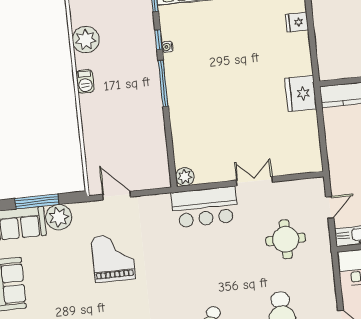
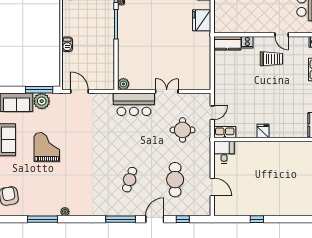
barbecue: (85, 81) -> (67, 44), moved
fridge: (301, 94) -> (202, 20), moved
window: (37, 201) -> (39, 90), moved
grand piano: (113, 258) -> (47, 147), moved

